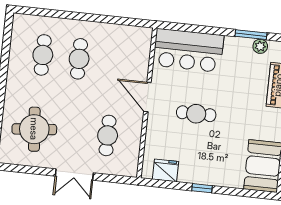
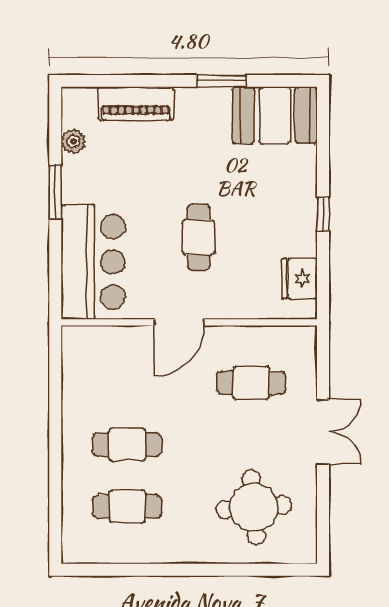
window: (251, 35) -> (55, 192), moved

